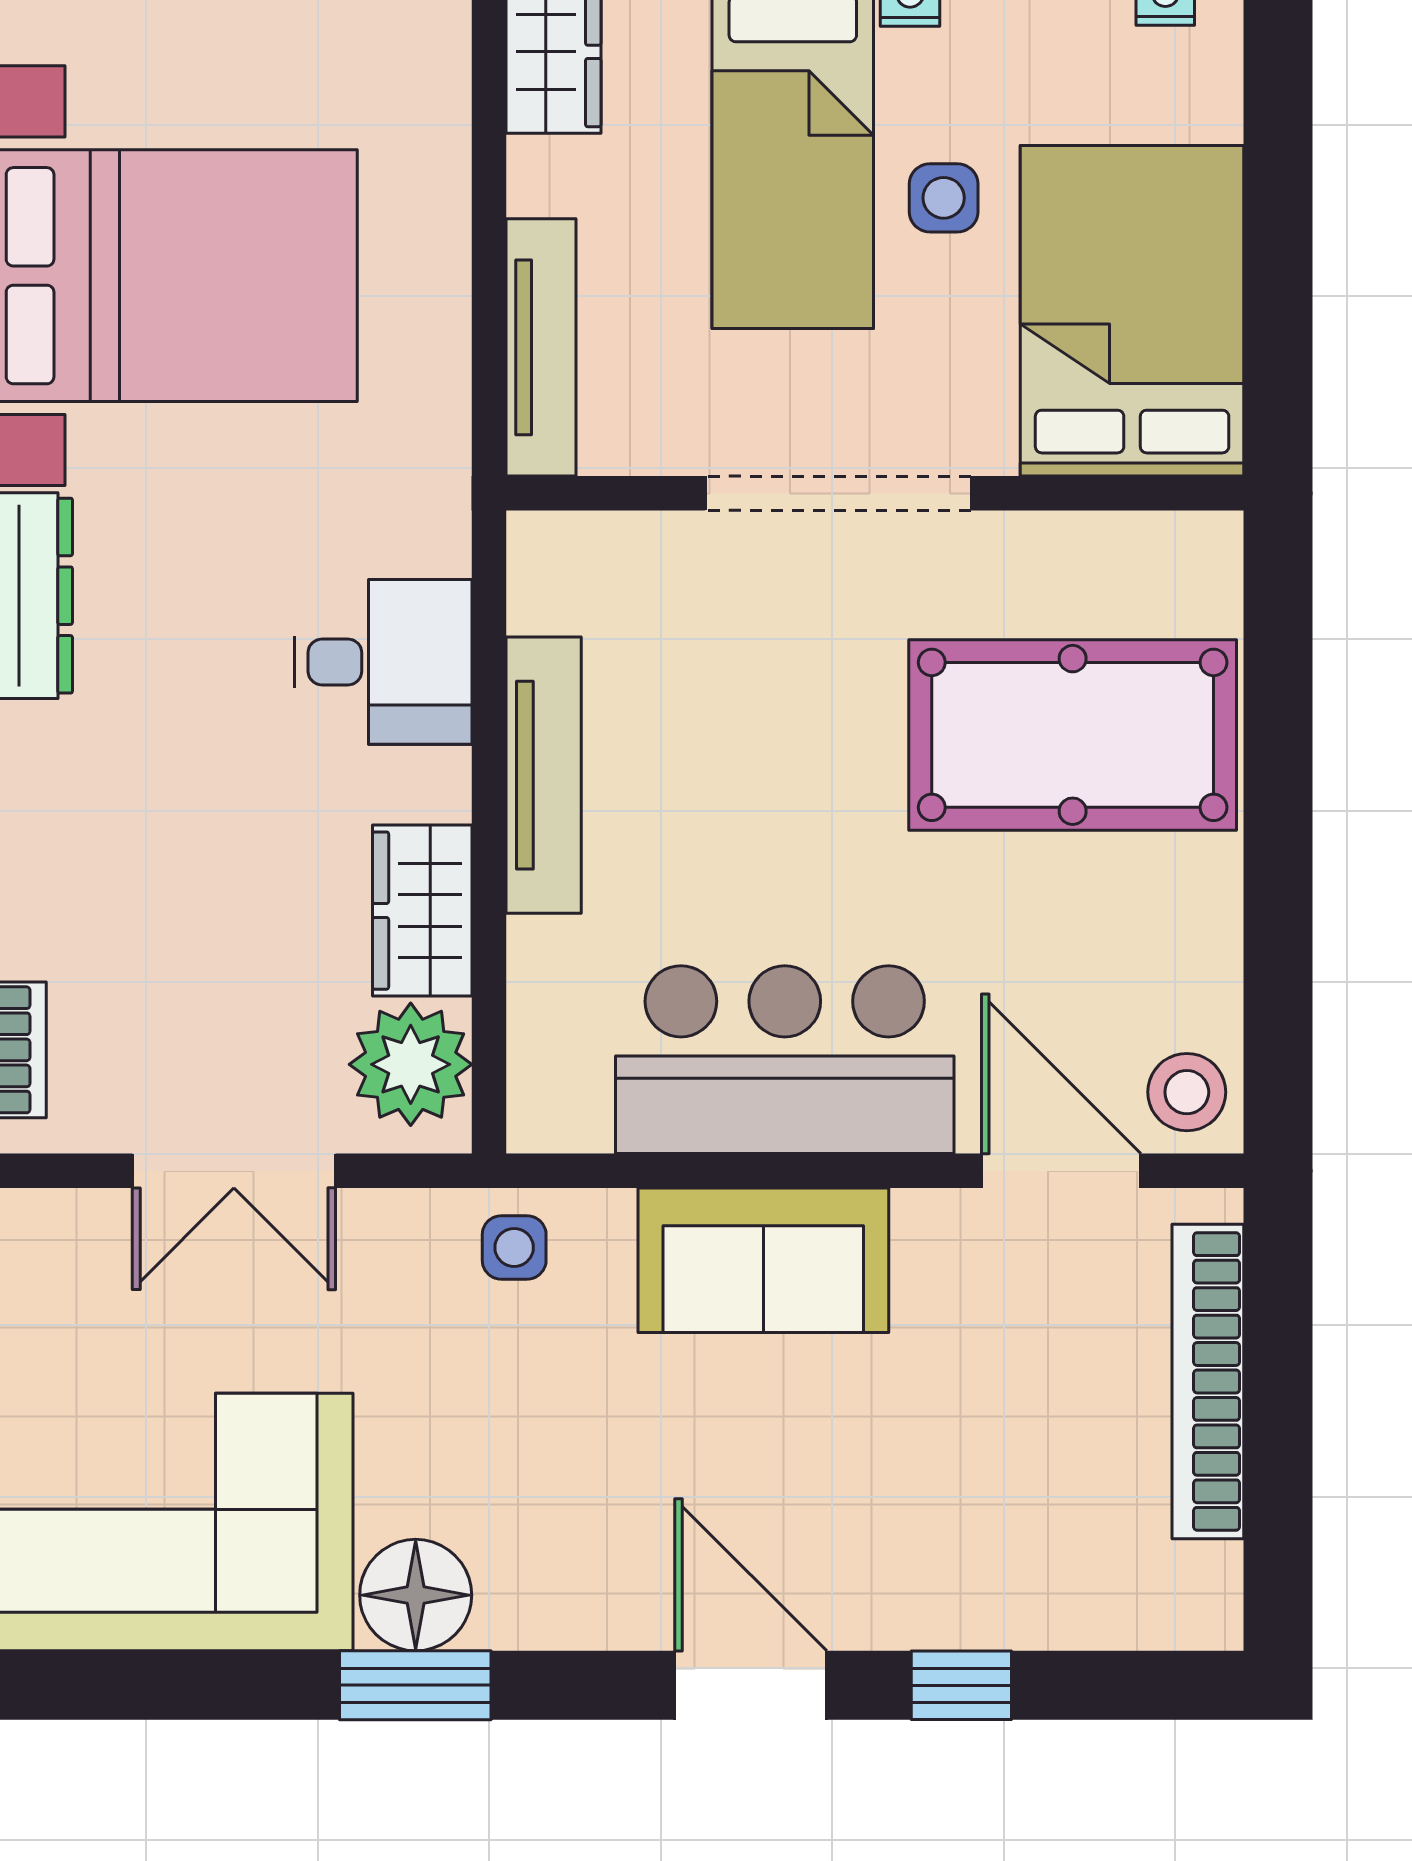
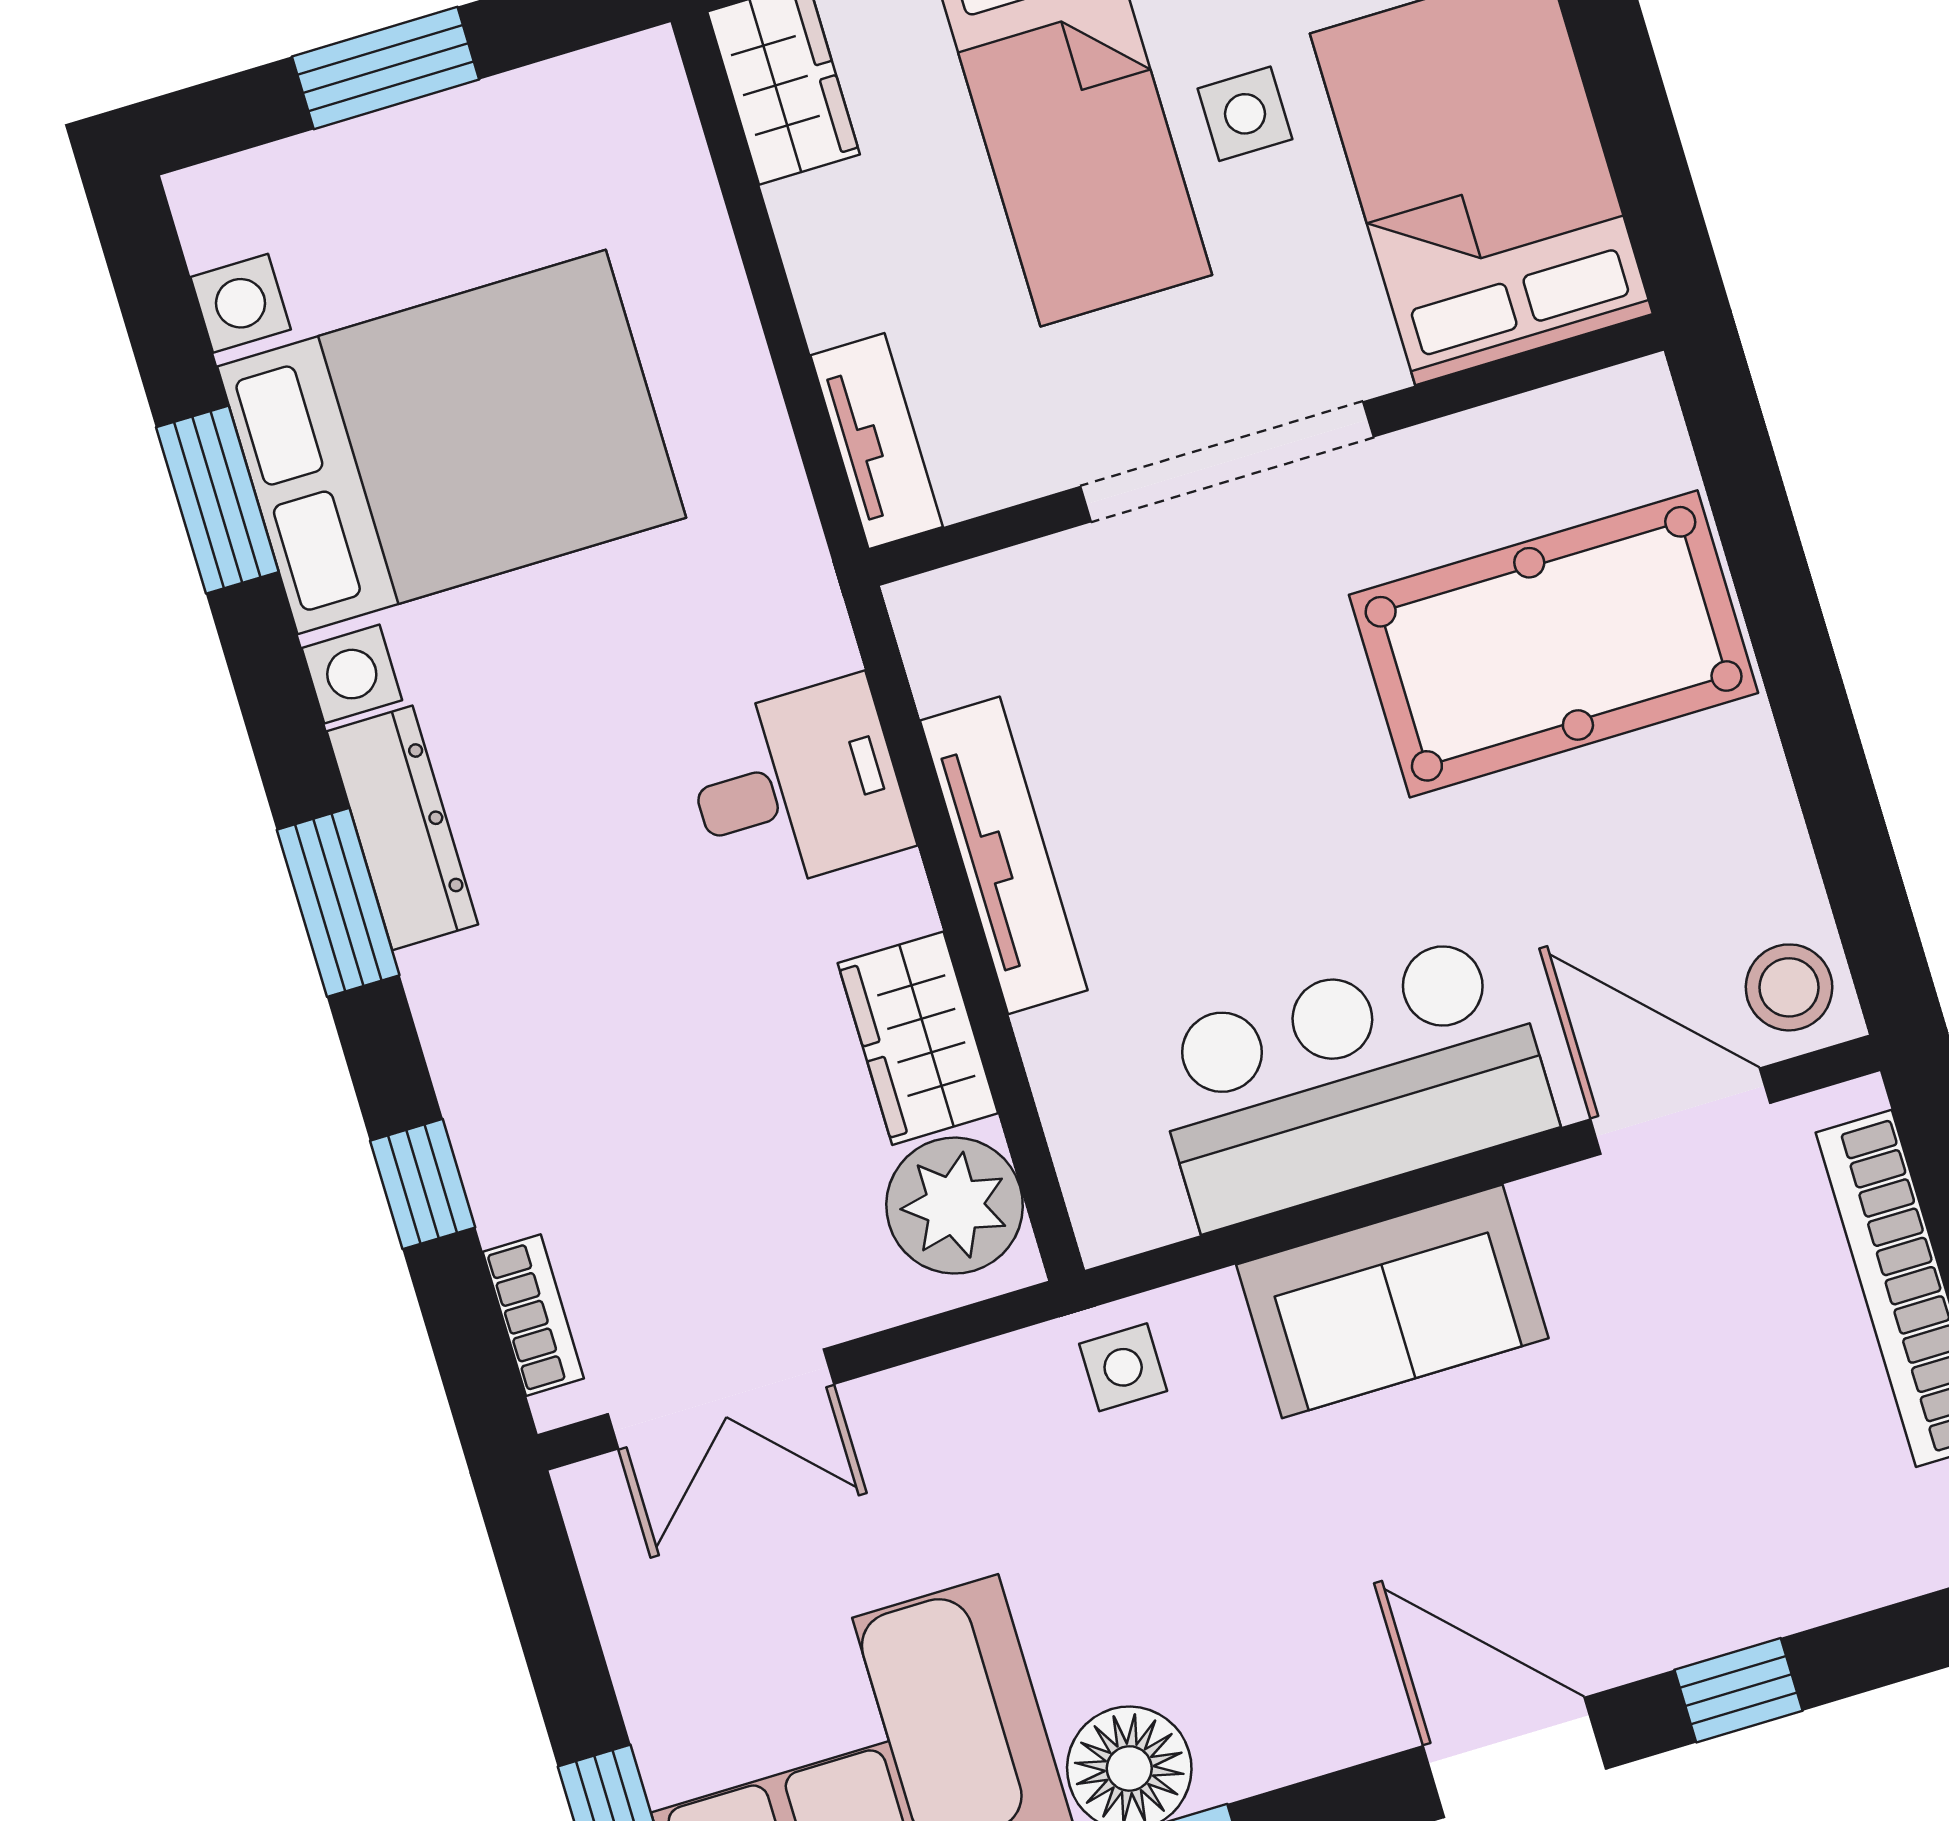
tv unit: (541, 347) -> (877, 441), width x0.71
double door: (234, 1171) -> (721, 1399), moved

